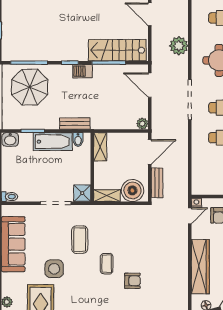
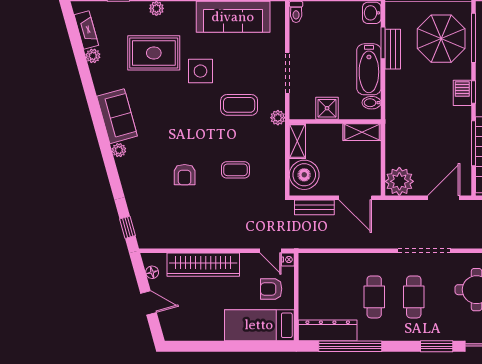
barbecue: (82, 71) -> (462, 93), moved
bench: (75, 124) -> (393, 49), moved
plant: (142, 124) -> (399, 181), width x1.87, depth x1.87
shower: (82, 193) -> (327, 108), moved
plant: (89, 210) -> (278, 118), added
coffee table: (107, 264) -> (235, 170), moved

